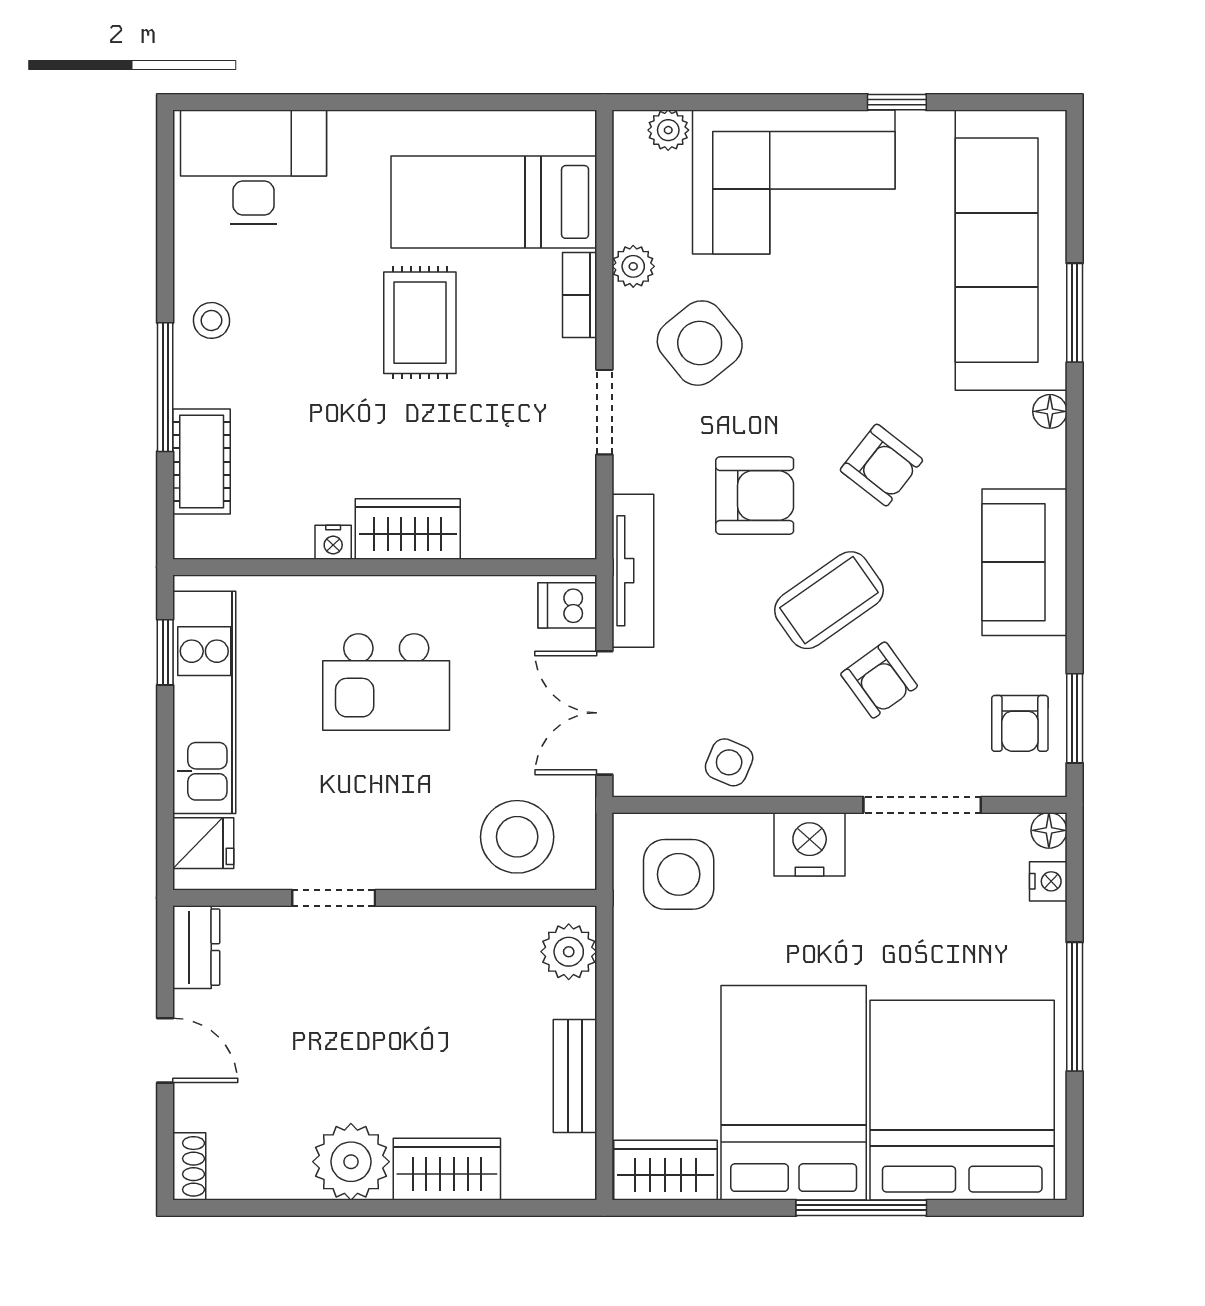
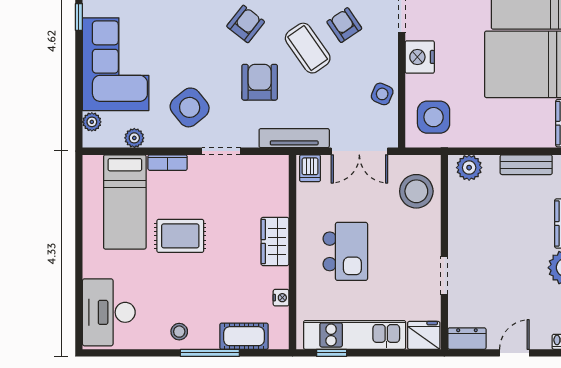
plant: (633, 266) -> (134, 138), moved
nightstand: (333, 542) -> (281, 298), moved
armchair: (879, 680) -> (344, 25), turned -88
fridge: (203, 843) -> (424, 335), width x1.38

